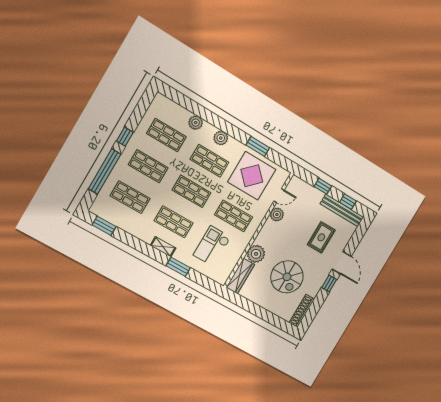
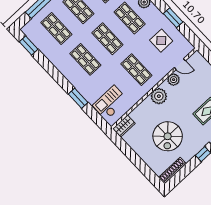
display table: (252, 176) -> (161, 41), width x0.54, depth x0.54
checkout: (212, 246) -> (110, 103), moved
shelving: (163, 247) -> (71, 77), removed
plant: (256, 254) -> (159, 96), moved
wardrobe: (240, 276) -> (124, 126), width x0.67

